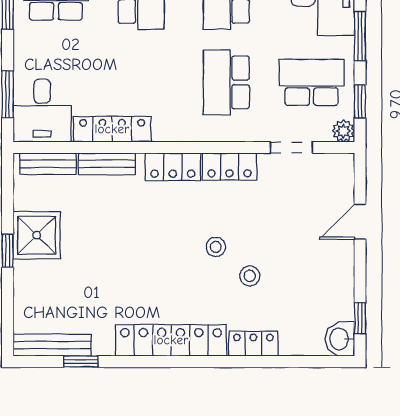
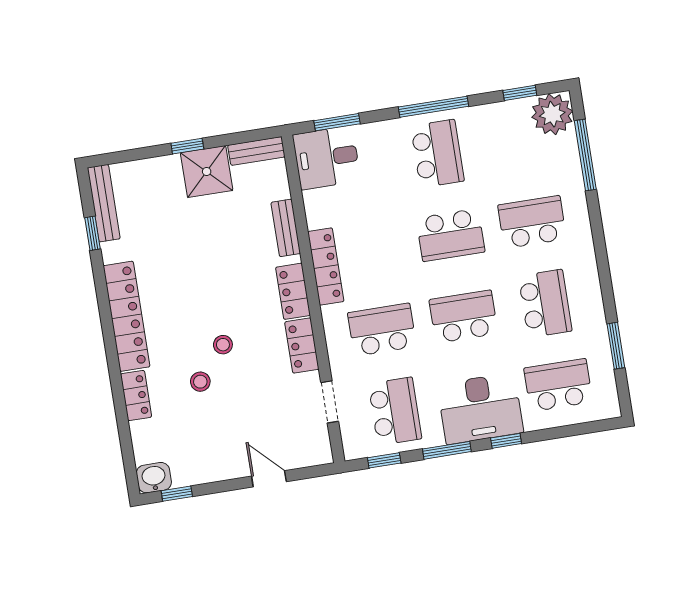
locker: (112, 129) -> (326, 266), moved
plant: (343, 131) -> (353, 449), removed
bench: (48, 164) -> (256, 151), moved, turned 90

